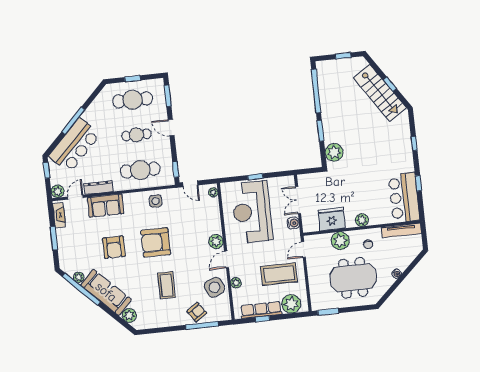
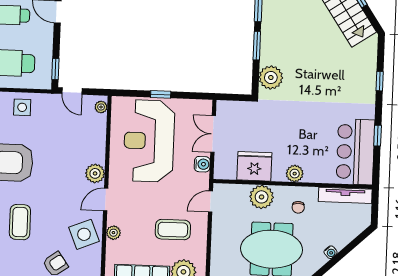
coffee table: (279, 274) -> (173, 230), width x0.73, depth x0.76

